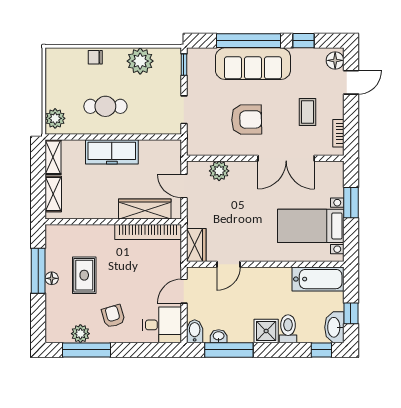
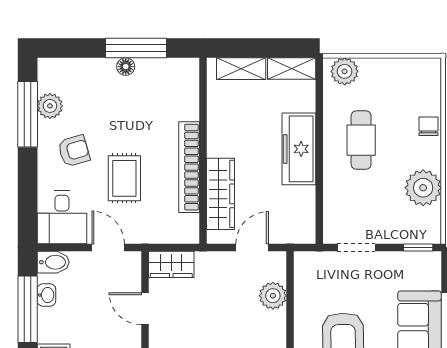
bookcase: (148, 232) -> (189, 167), moved
rug: (84, 275) -> (124, 178), moved, turned 90

